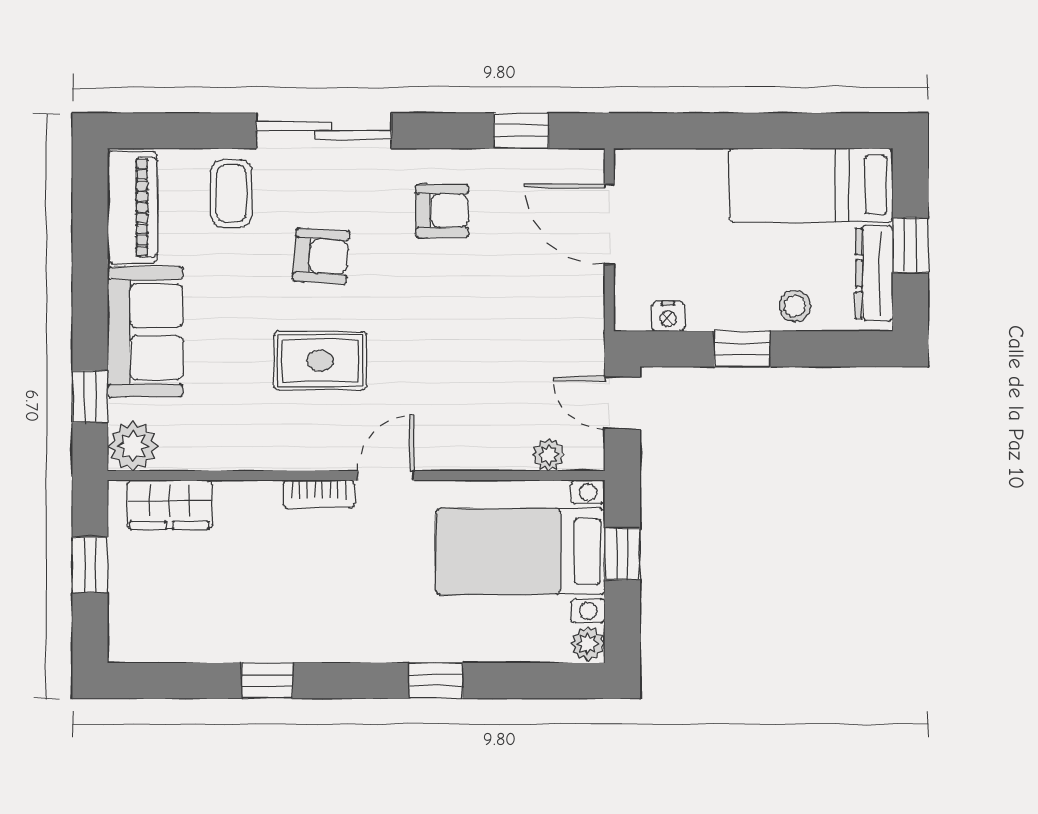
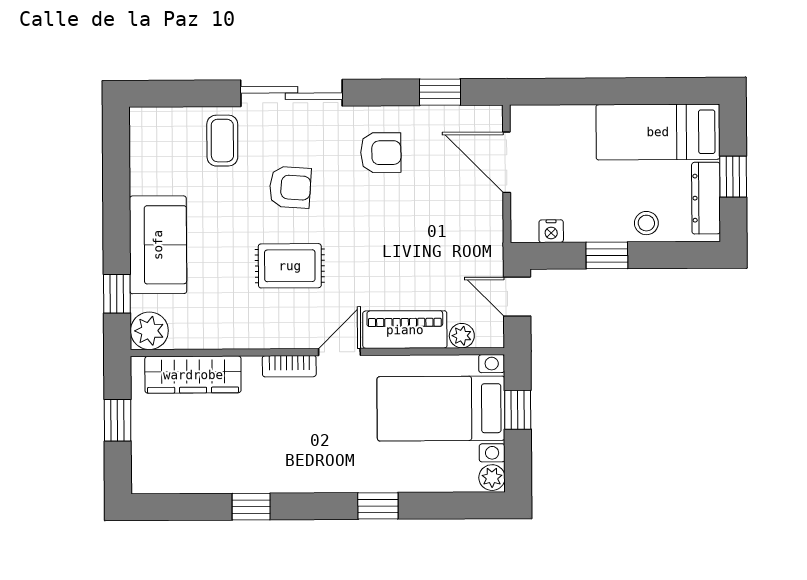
piano: (132, 207) -> (405, 330), moved, turned -90
wardrobe: (169, 504) -> (193, 375), width x1.50

